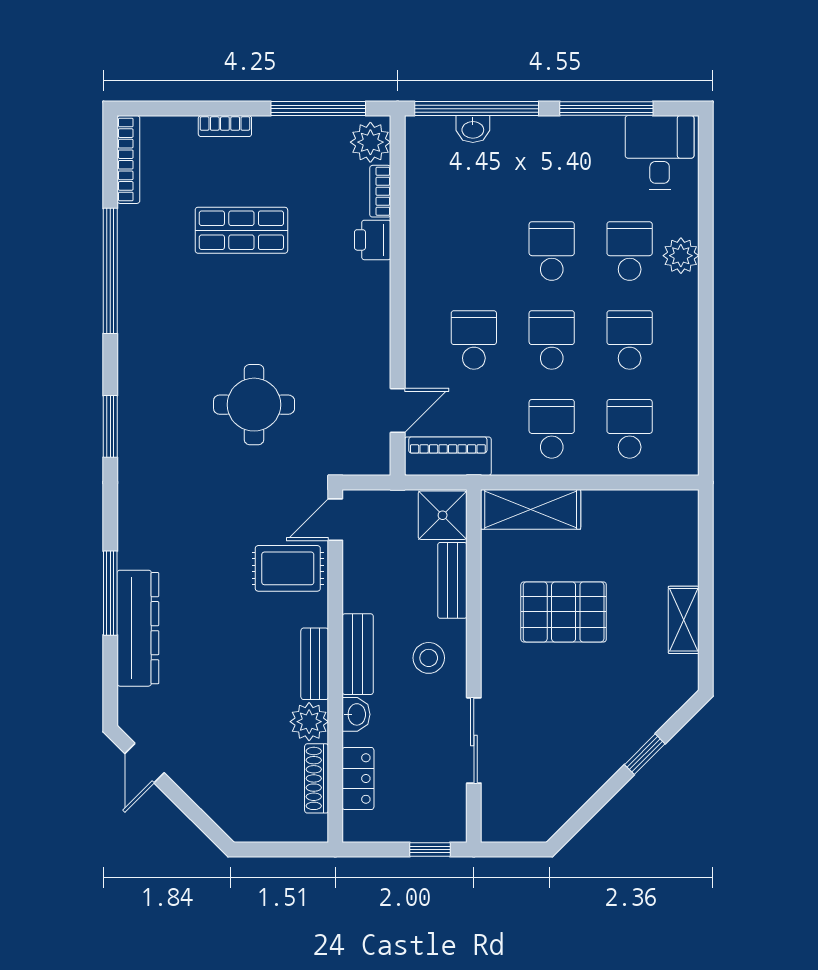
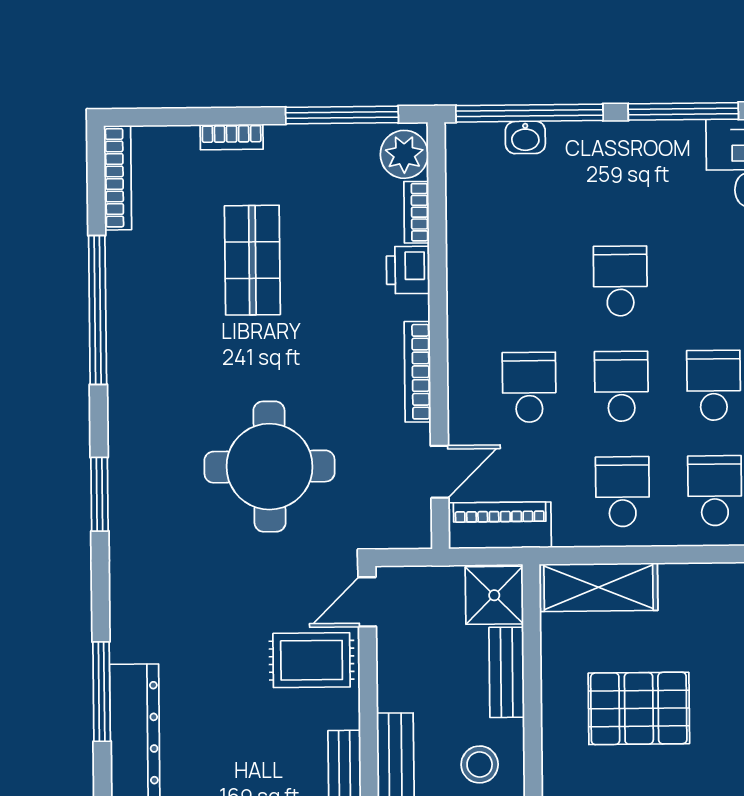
shop shelf: (241, 230) -> (252, 260), turned 90
school desk: (630, 251) -> (713, 280), removed
bookcase: (380, 326) -> (418, 372), added
round table: (254, 405) -> (269, 467), width x1.36, depth x1.36

